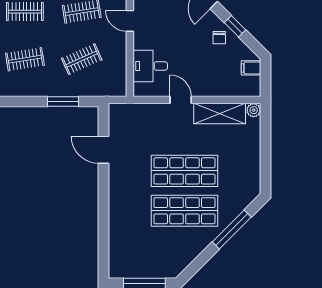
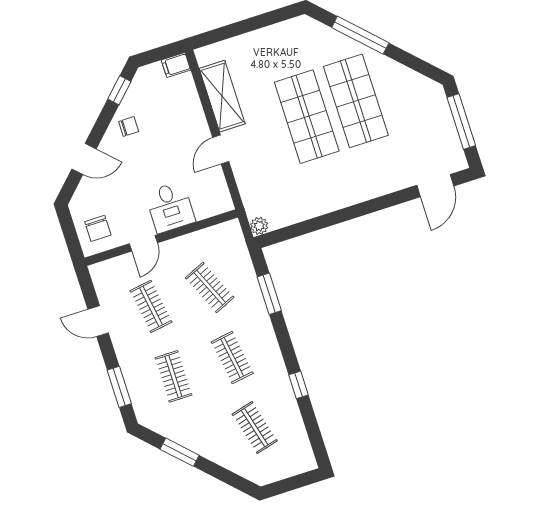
window: (235, 26) -> (119, 90), moved
desk: (150, 66) -> (170, 207), moved
filing cabinet: (251, 68) -> (176, 65), moved, turned 90
plant: (254, 110) -> (259, 226), moved
door: (103, 150) -> (435, 186), moved

